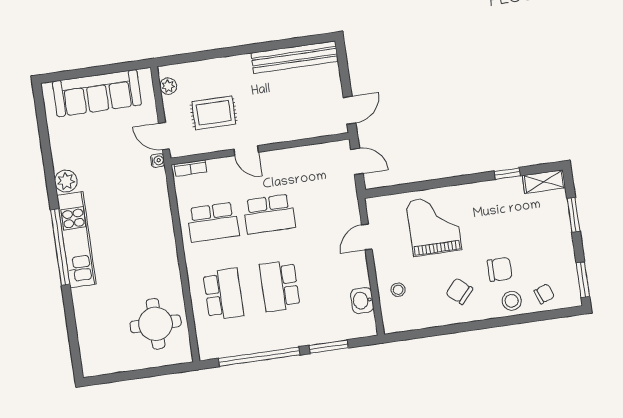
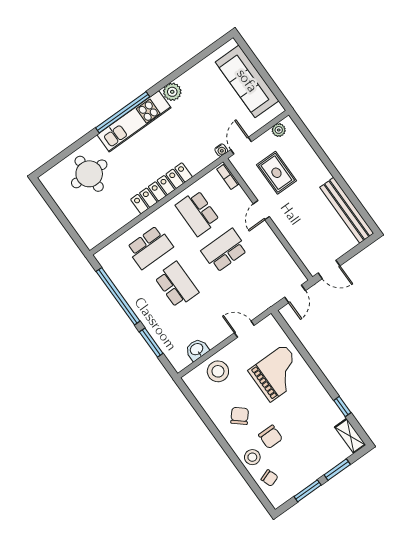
school desk: (269, 214) -> (224, 250), turned 90
locker: (165, 248) -> (162, 188), added
window: (583, 280) -> (308, 491), moved
school desk: (280, 286) -> (177, 285), turned 90
stool: (398, 290) -> (218, 371), width x1.89, depth x1.89
round table: (156, 324) -> (89, 174), moved

